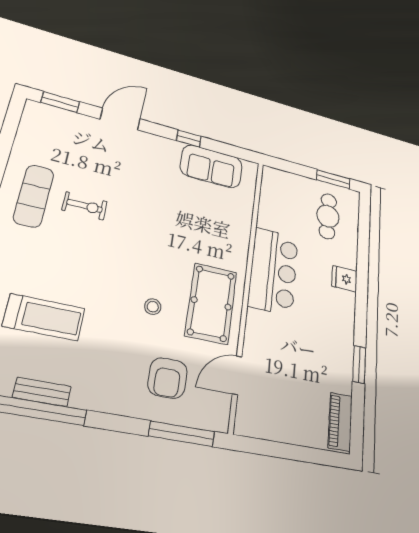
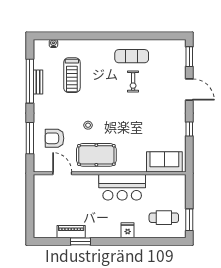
sofa: (211, 166) -> (164, 162), moved, turned 90
piano: (340, 422) -> (71, 232), moved
window: (182, 434) -> (30, 138), moved

